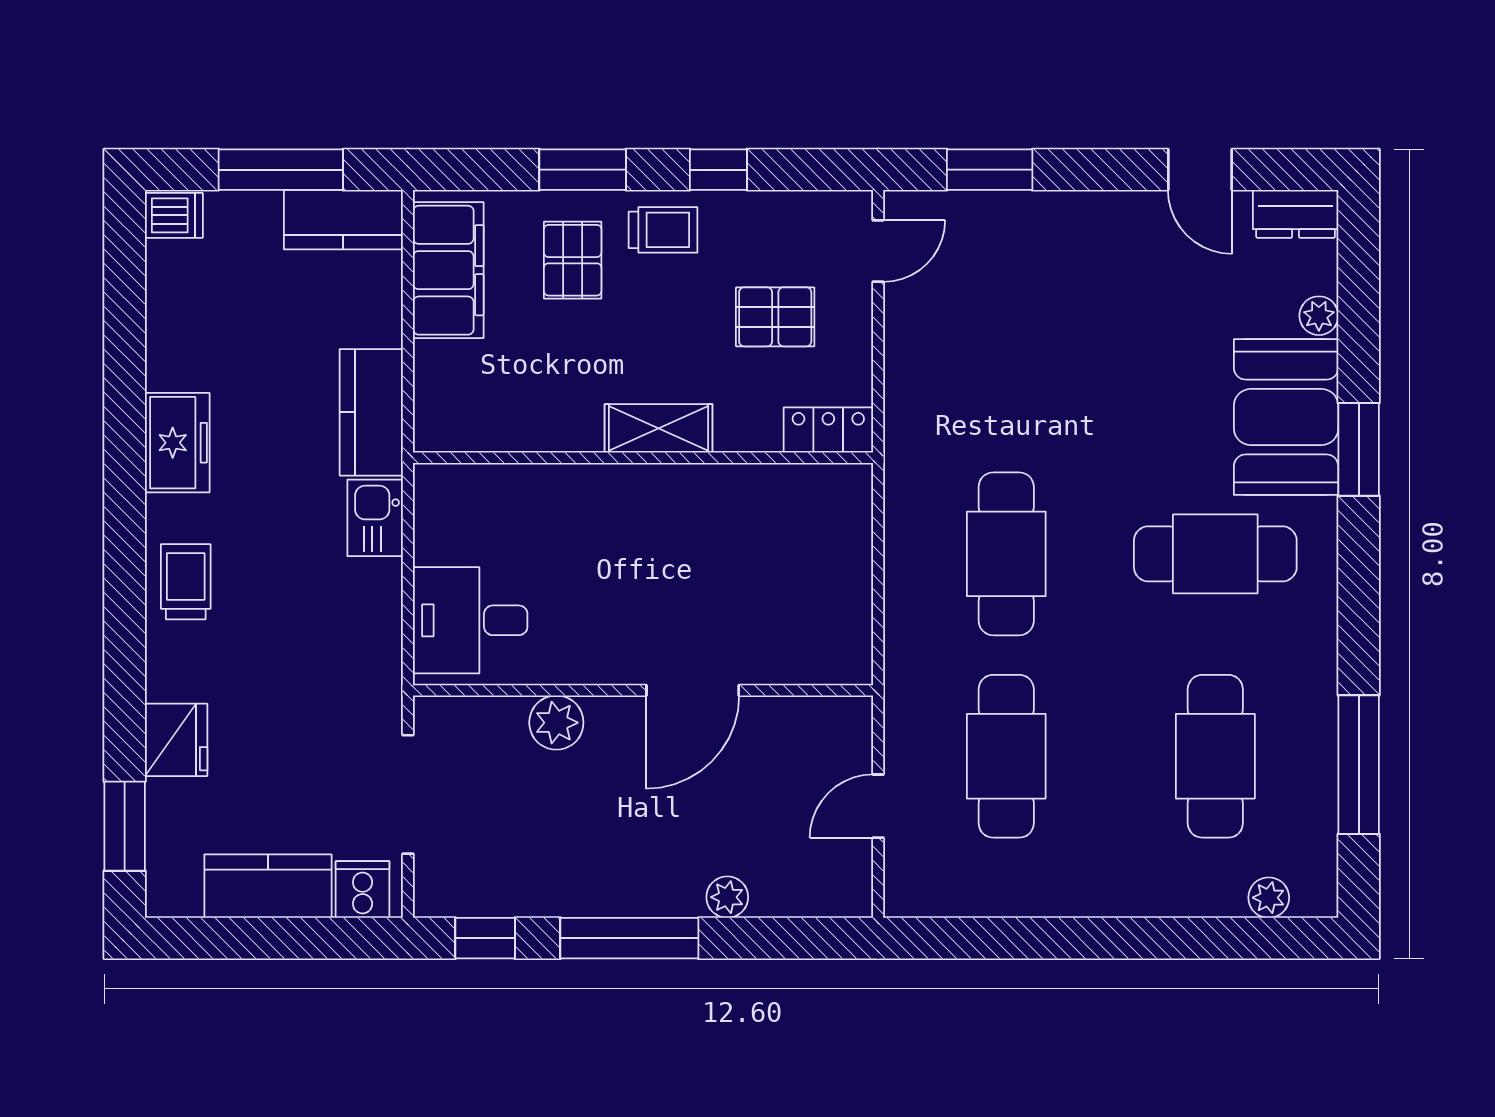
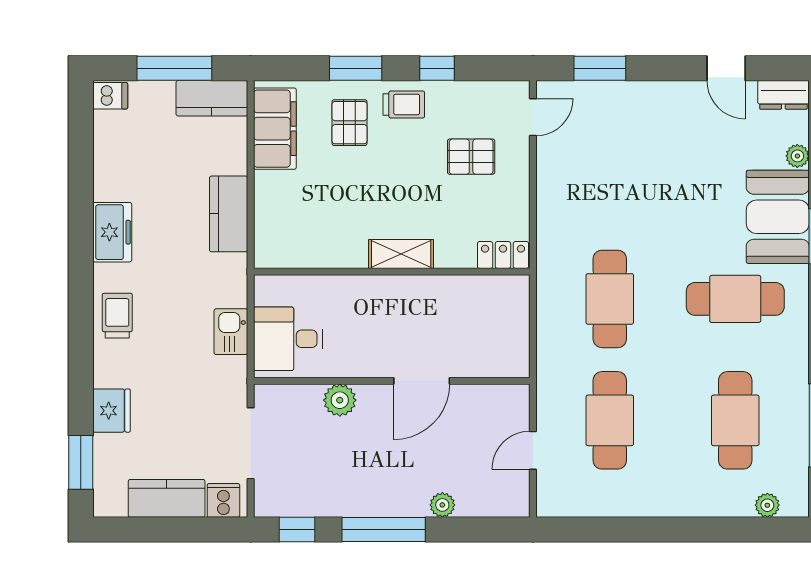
shelving: (659, 428) -> (401, 254), moved
locker: (828, 430) -> (503, 255), moved
wall: (643, 458) -> (392, 272), moved
kitchen sink: (375, 518) -> (231, 332), moved

